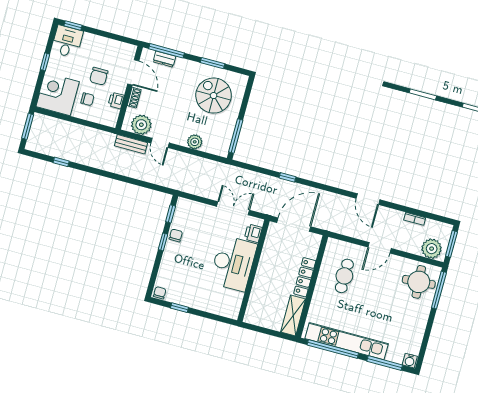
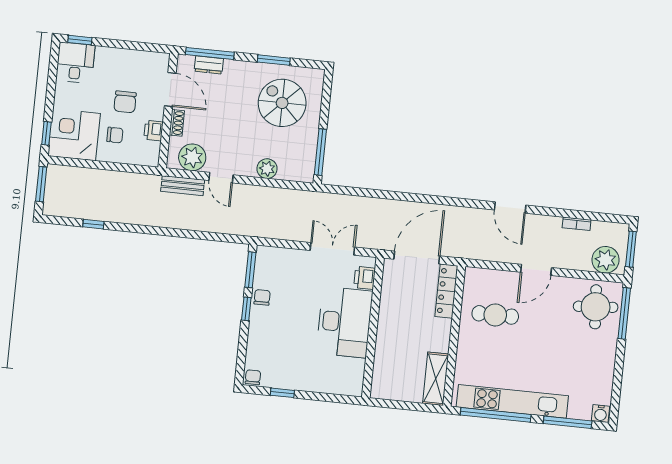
window: (45, 62) -> (46, 133), moved
window: (288, 177) -> (398, 196), removed
window: (171, 214) -> (250, 270), width x1.50
cafe table: (344, 276) -> (495, 315), turned 90
locker: (305, 277) -> (446, 291), moved

